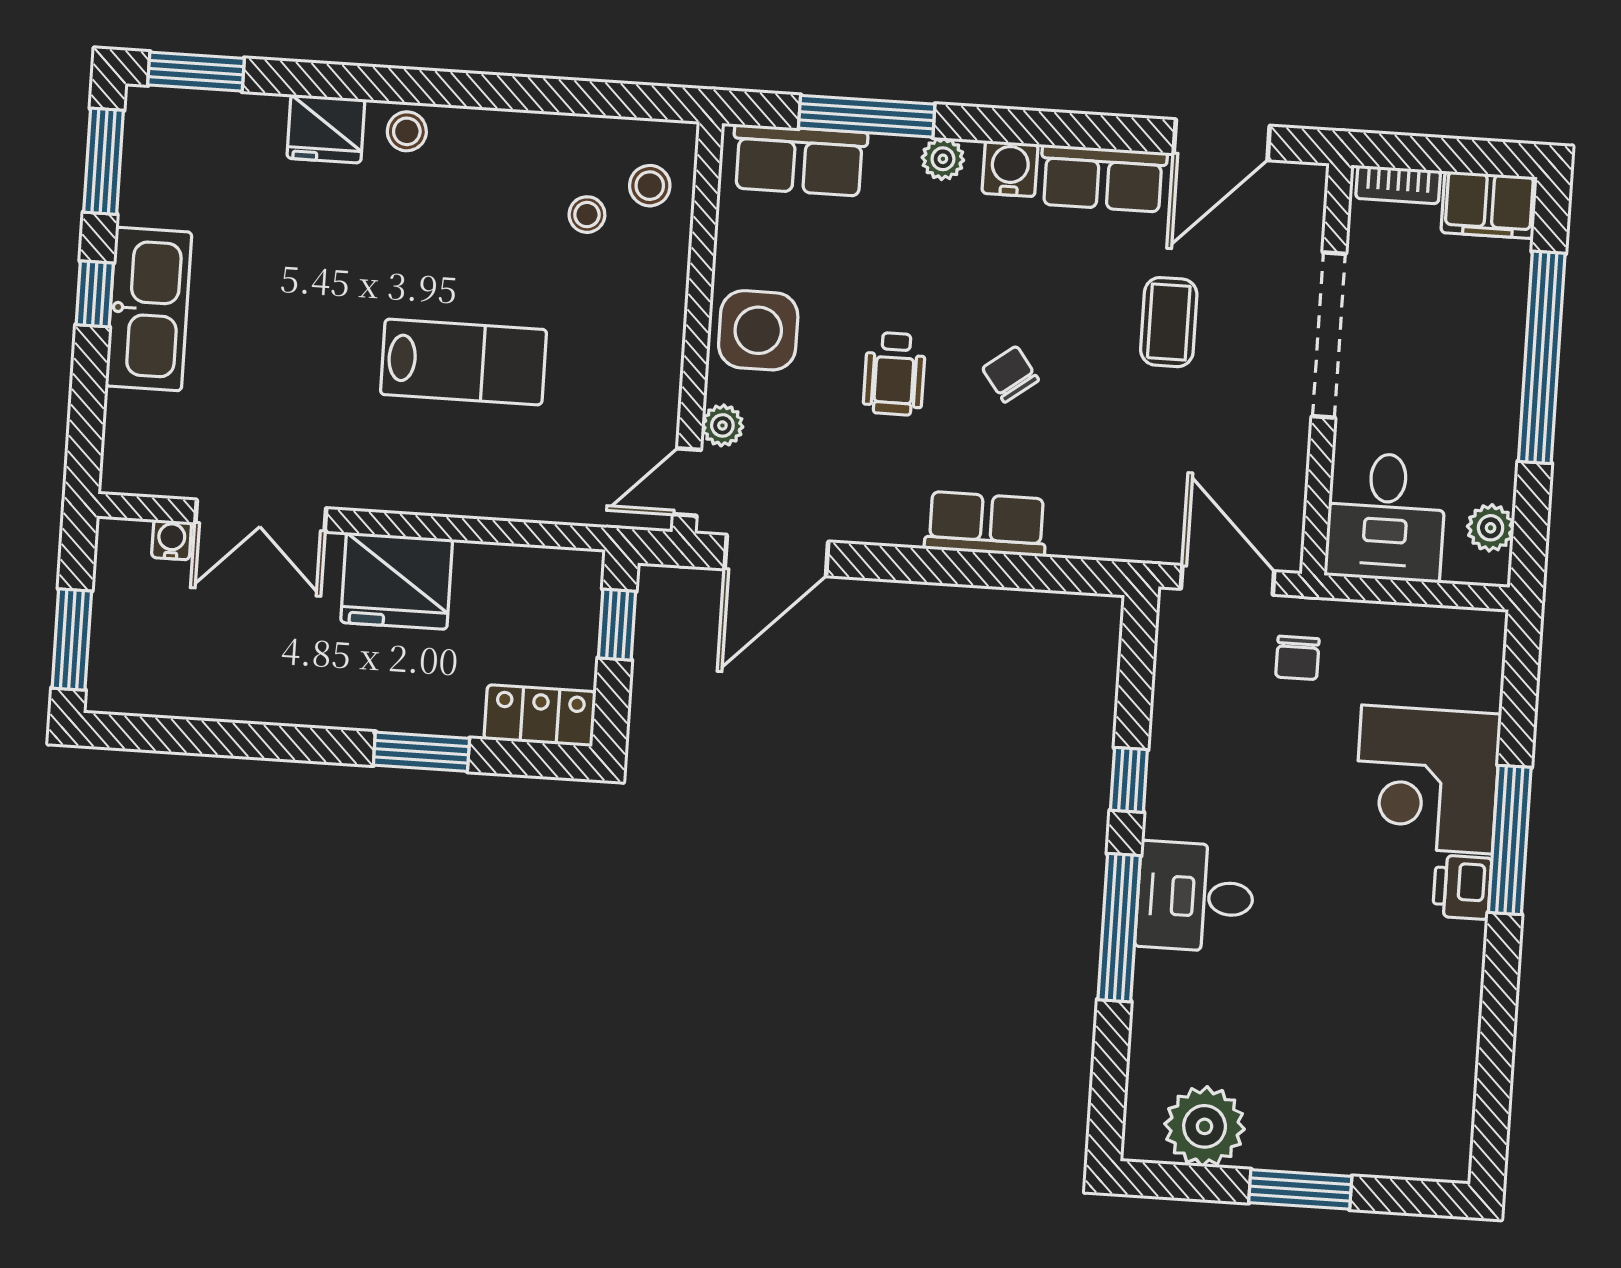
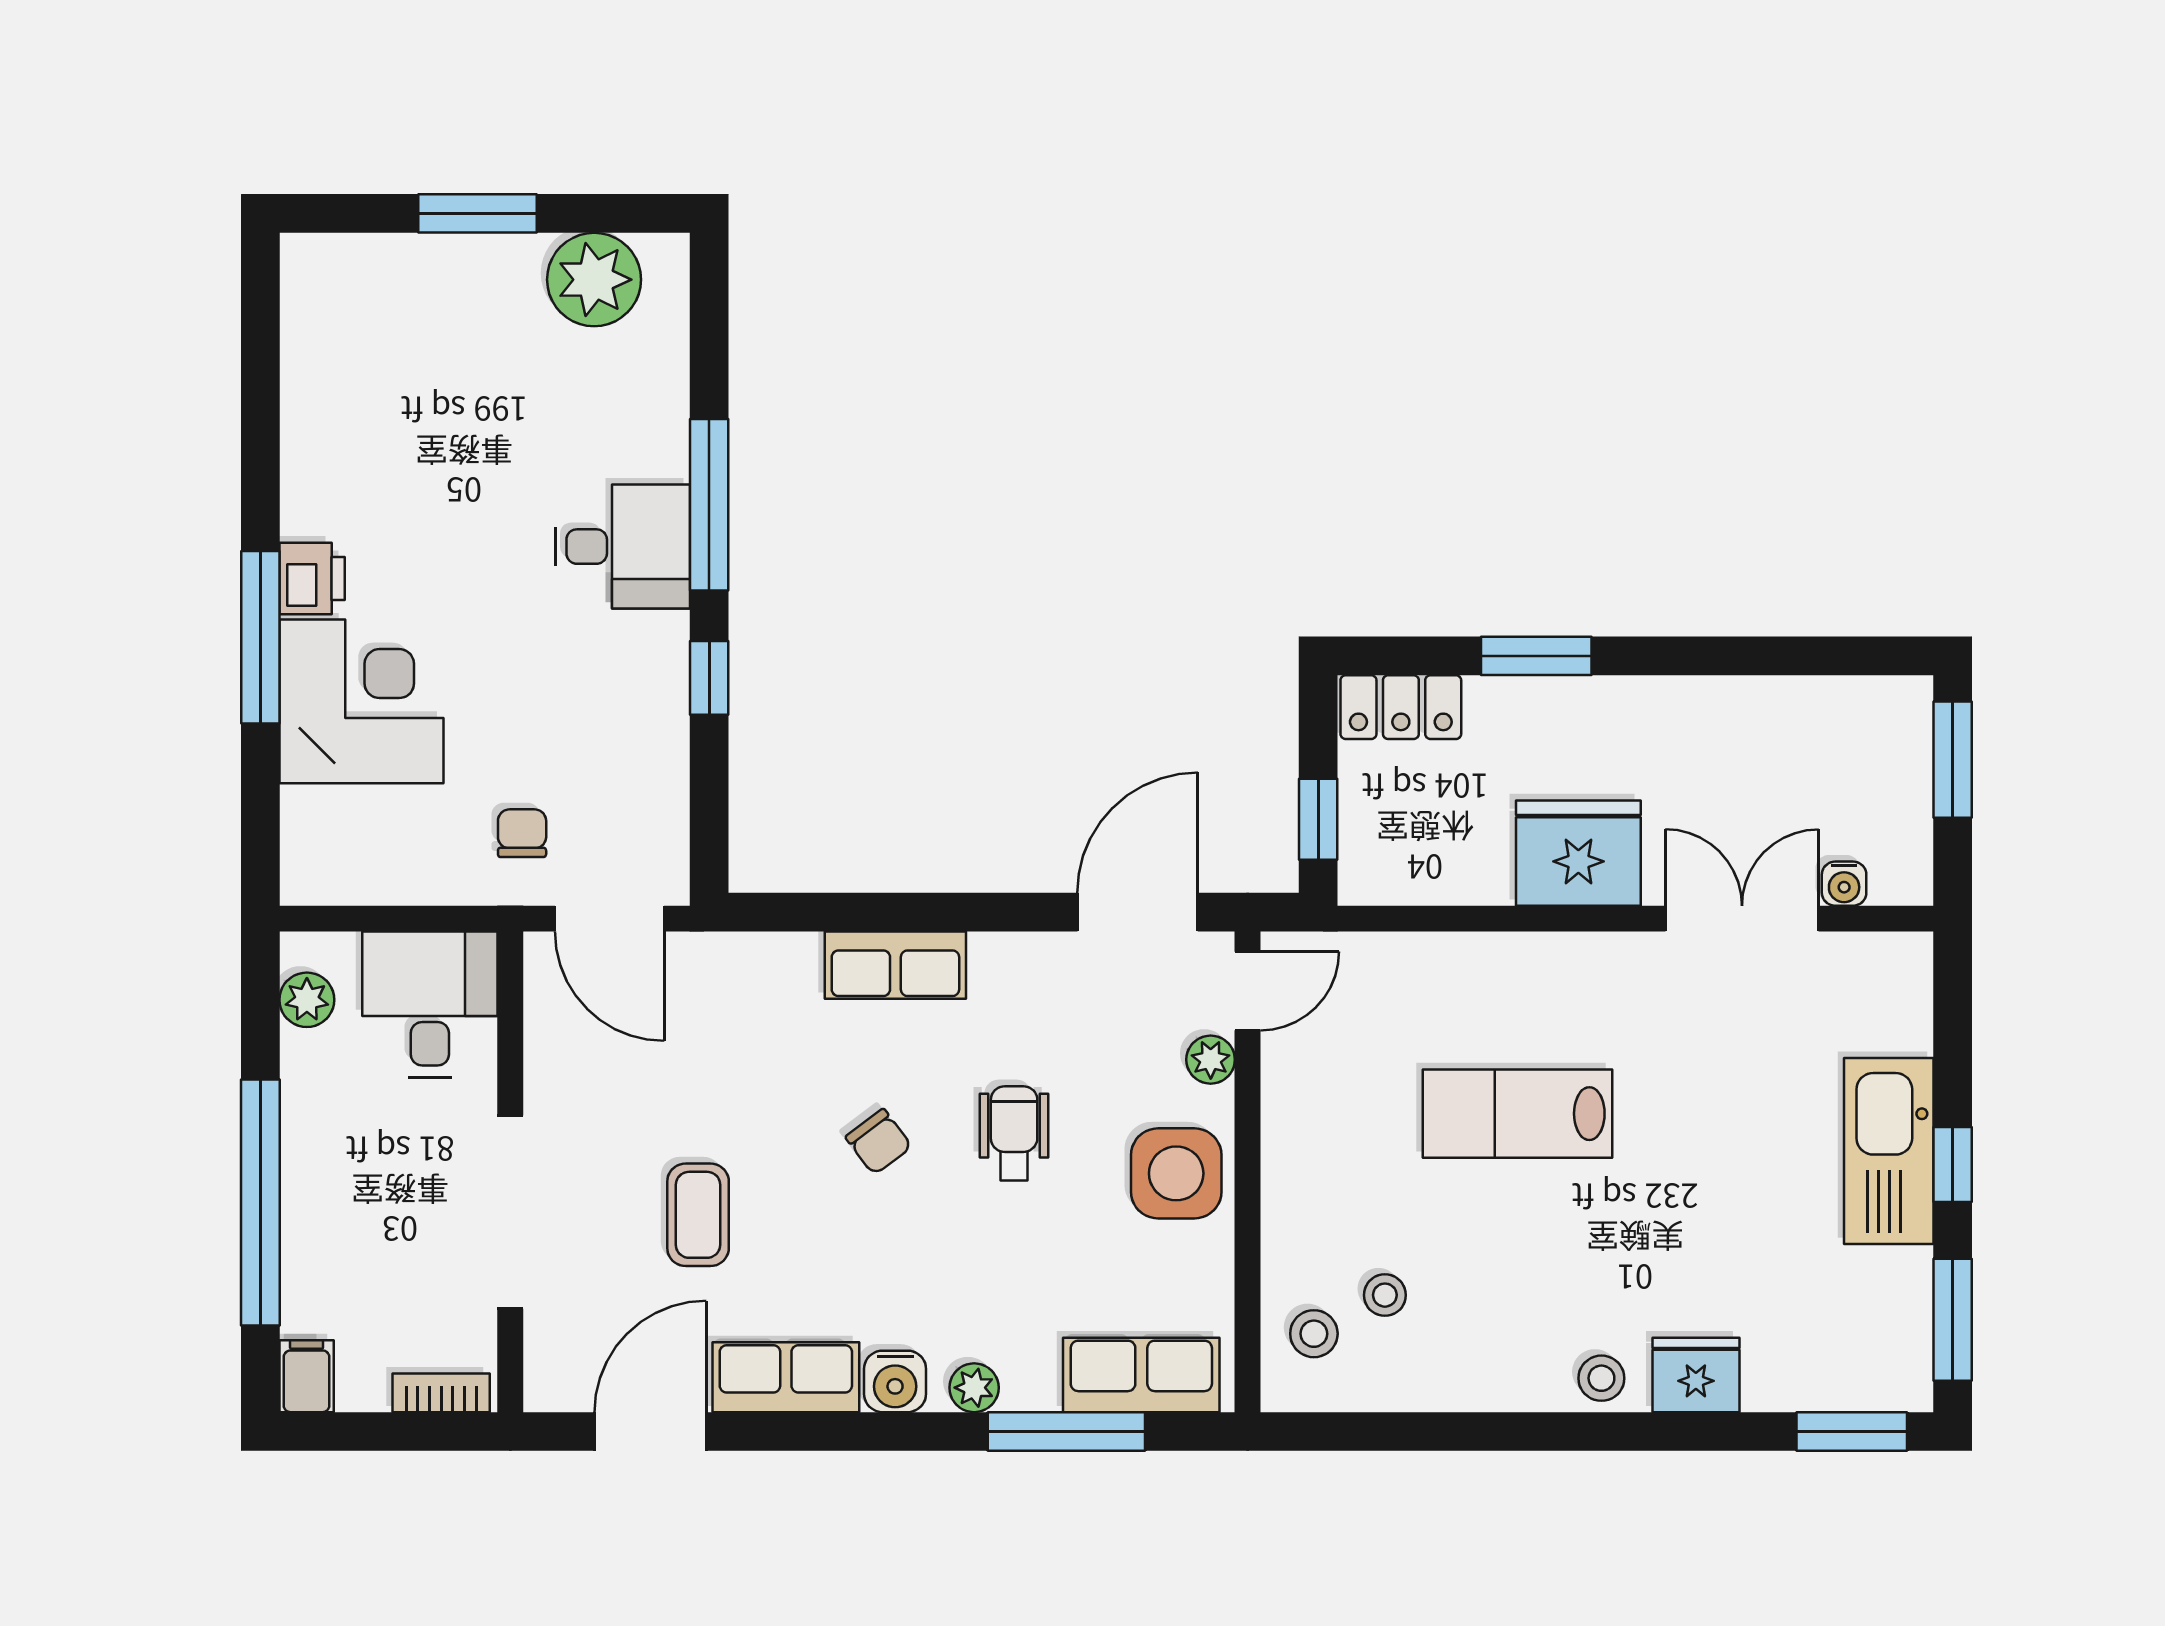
filing cabinet: (1489, 205) -> (307, 1376), width x0.50

